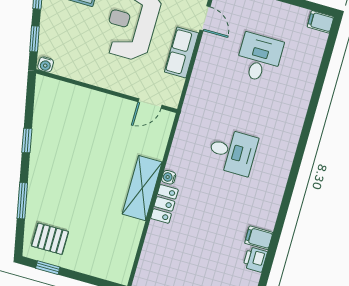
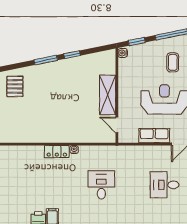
desk: (259, 58) -> (165, 185), turned 180
desk: (233, 152) -> (101, 185), turned 180
shelving: (142, 188) -> (108, 95), moved, turned 90
window: (22, 201) -> (46, 60), moved

